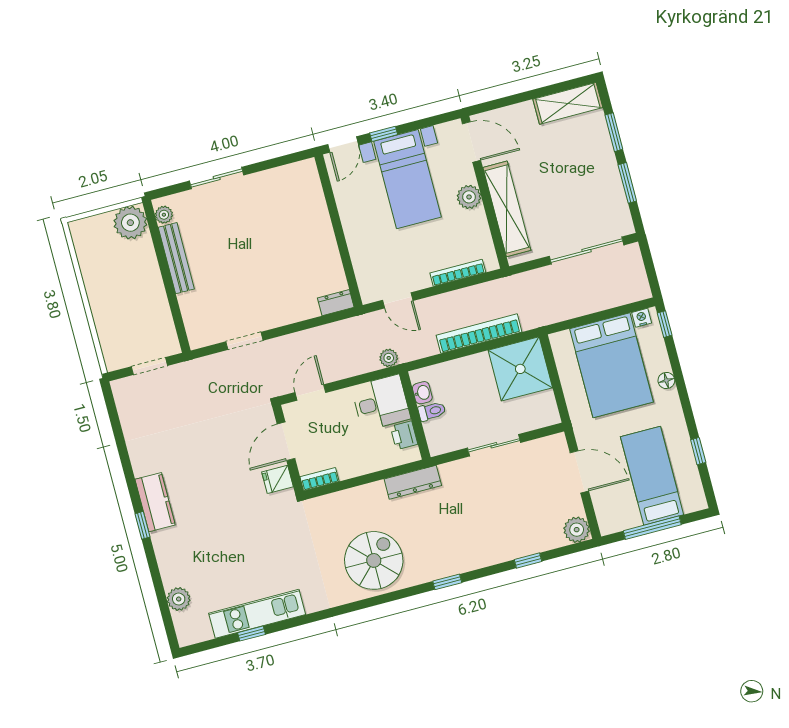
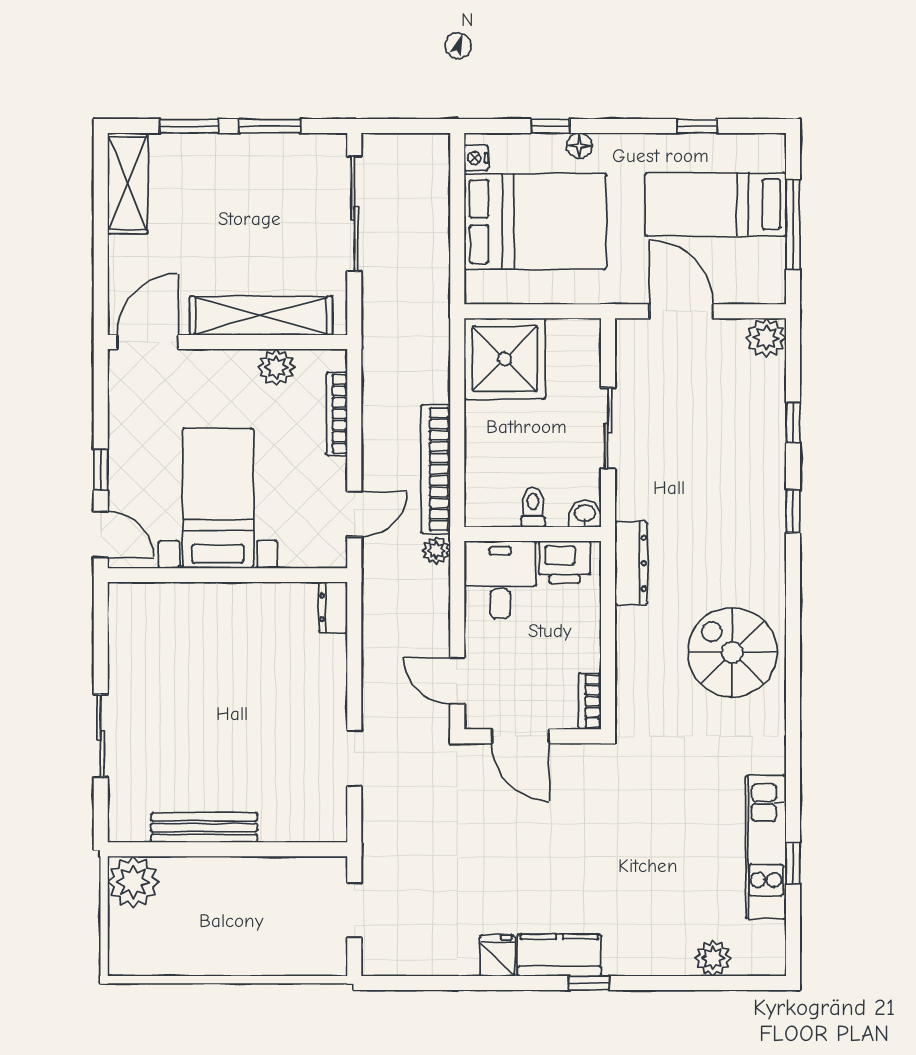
bed with nightstands: (407, 179) -> (218, 498), moved, turned -90
plant: (469, 197) -> (276, 367), moved
plant: (164, 215) -> (135, 829), removed
window: (665, 324) -> (550, 126), moved
bookcase: (479, 334) -> (436, 469), moved
washbasin: (422, 393) -> (585, 514), moved
printer: (404, 435) -> (565, 562), width x1.36, depth x1.24
door: (579, 472) -> (681, 311), hinge flipped
fridge: (278, 479) -> (497, 956), moved, turned 180
window: (447, 582) -> (793, 511), moved

